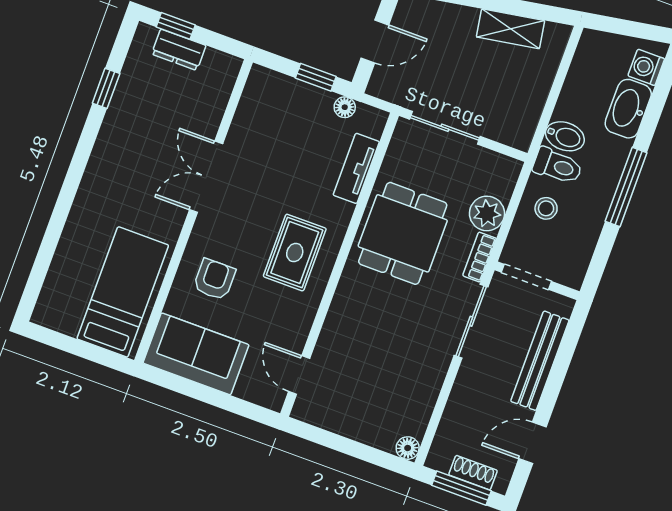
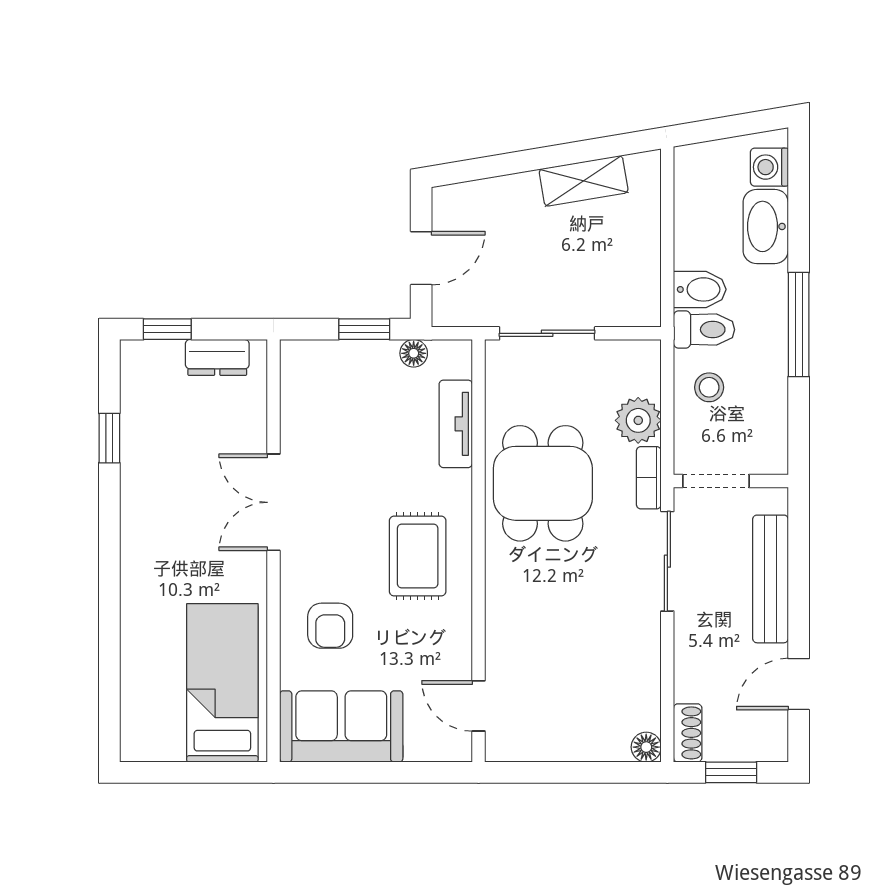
dresser: (179, 50) -> (217, 357), moved
armchair: (214, 279) -> (330, 626), turned 180
shoe rack: (473, 473) -> (688, 733), moved, turned 90
window: (461, 488) -> (731, 772), width x0.67

